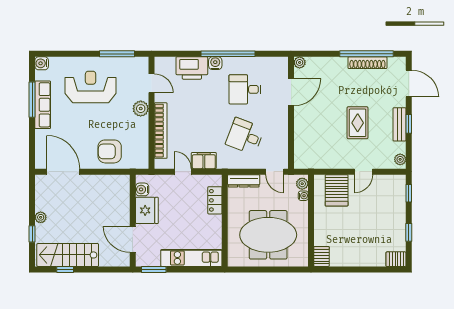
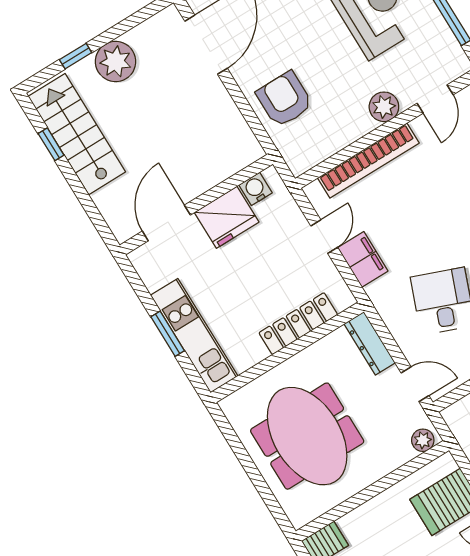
door: (275, 172) -> (415, 384), swing flipped
water cooler: (303, 196) -> (405, 454), removed
locker: (215, 200) -> (298, 324), width x1.53
plant: (41, 217) -> (116, 62), width x1.87, depth x1.87
window: (154, 269) -> (168, 334), moved

